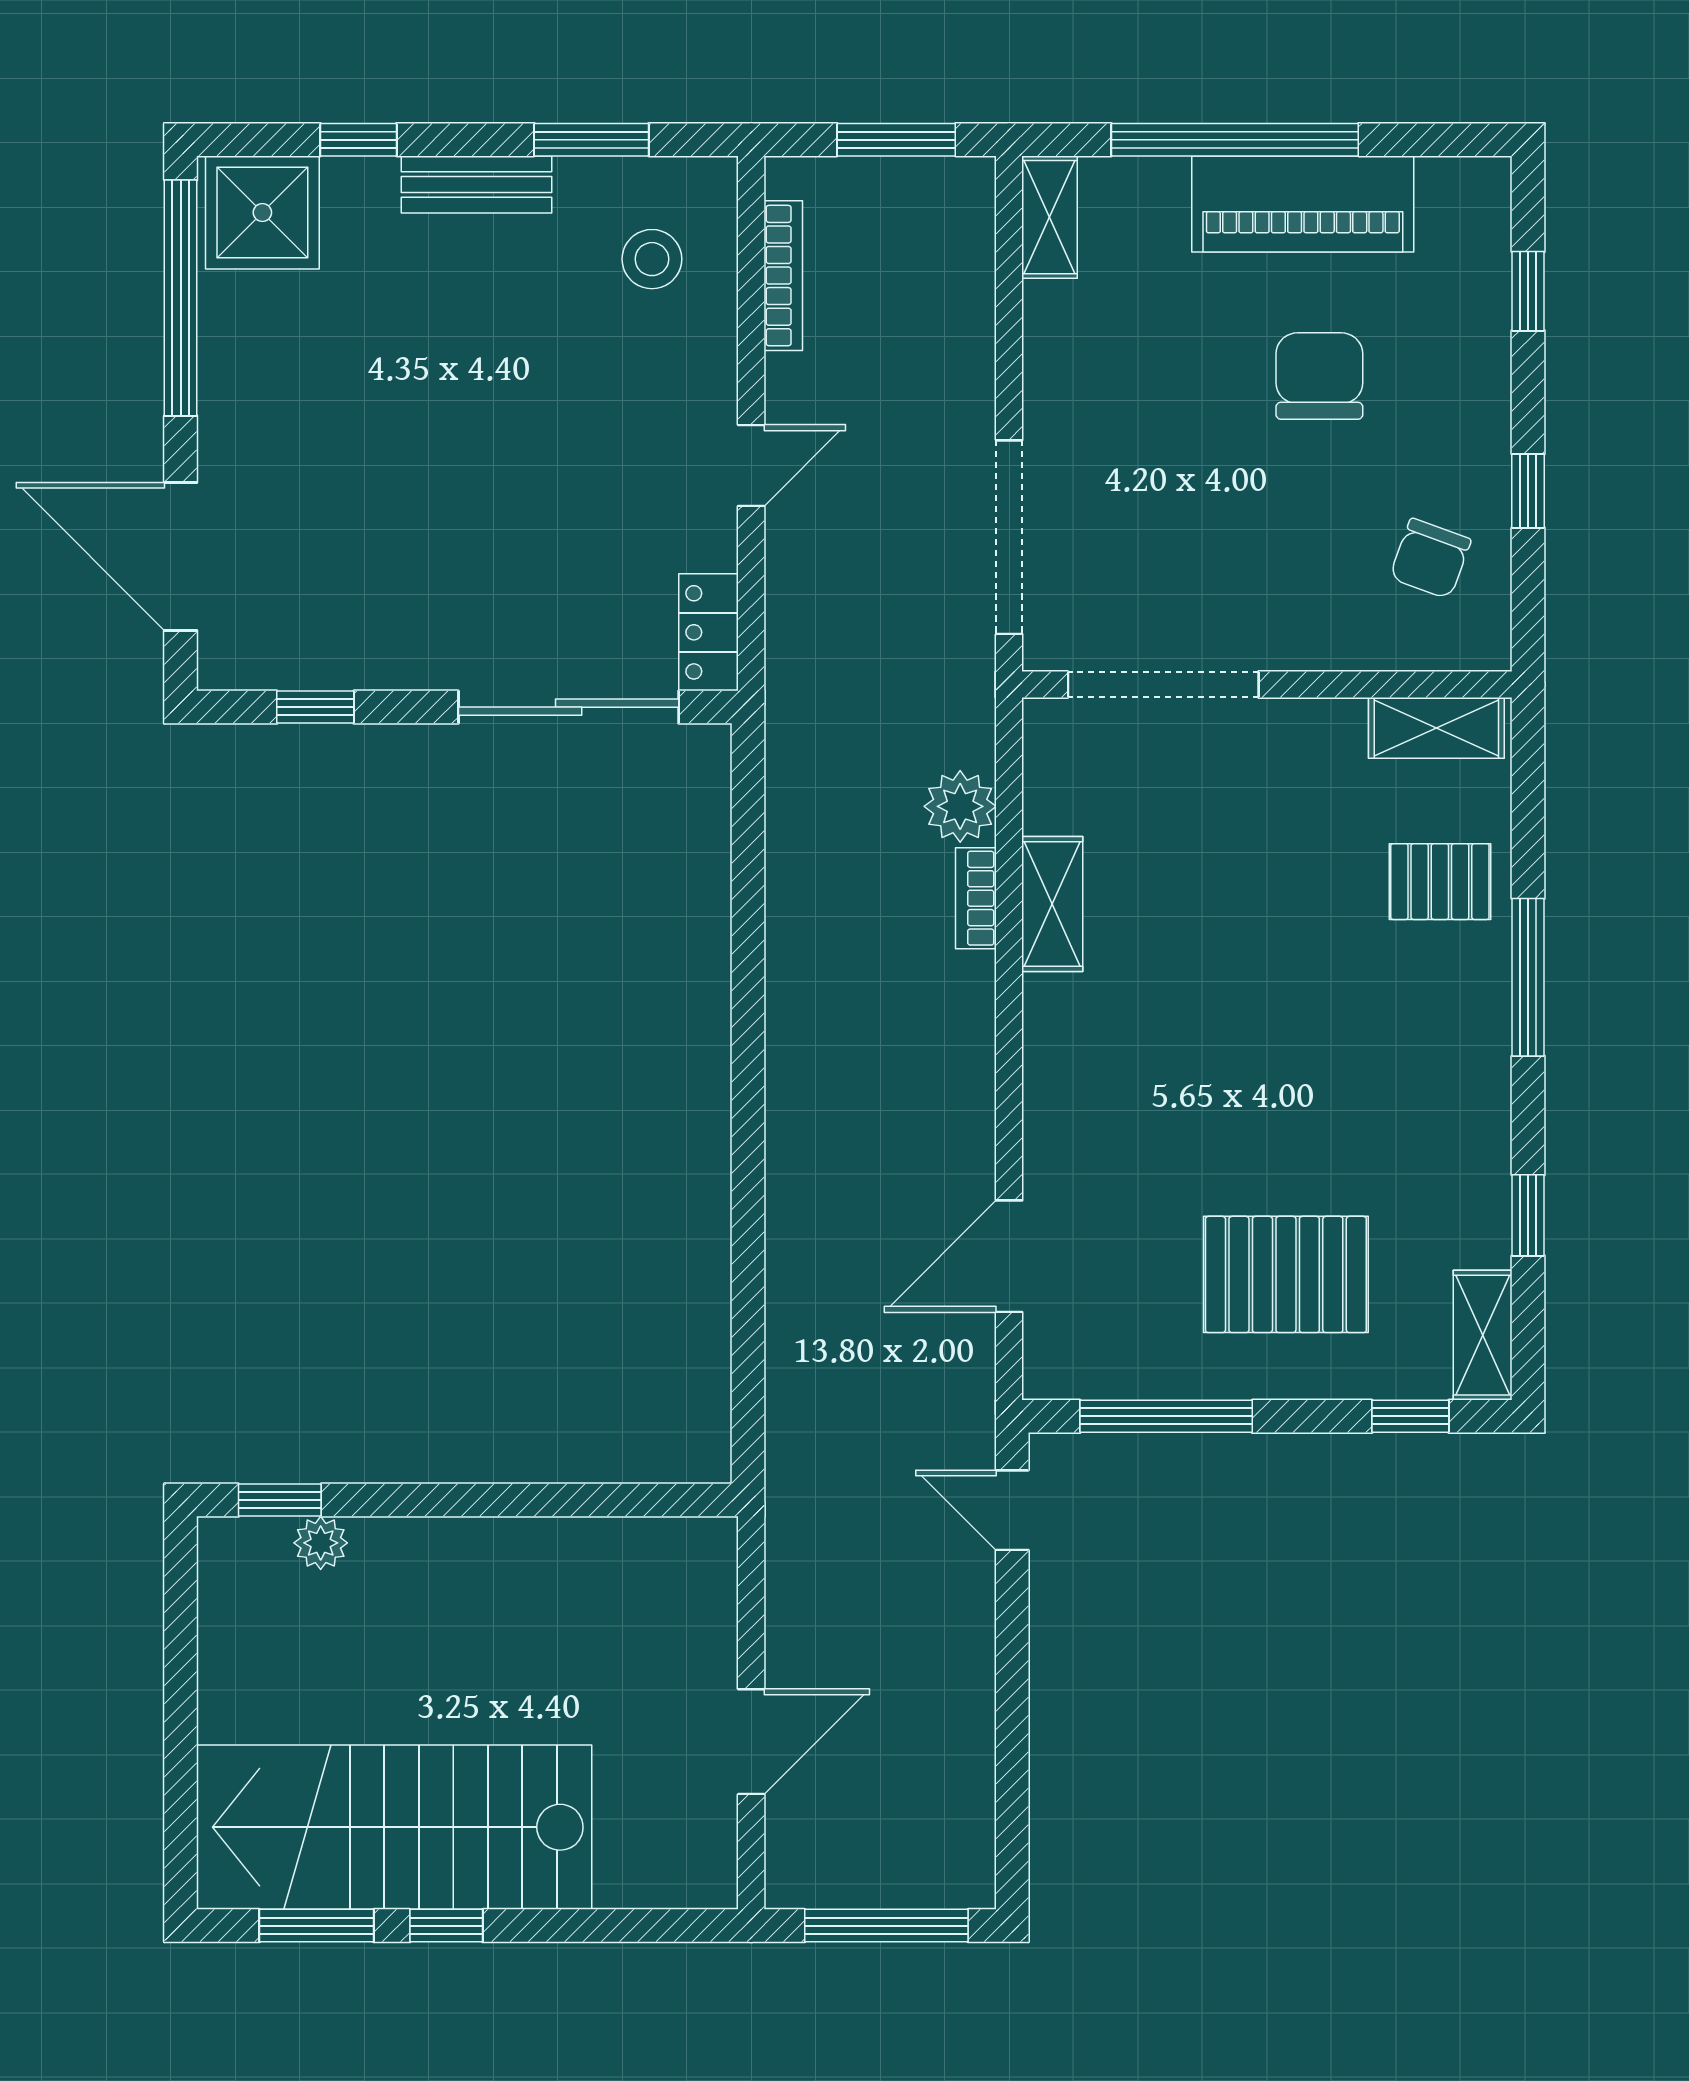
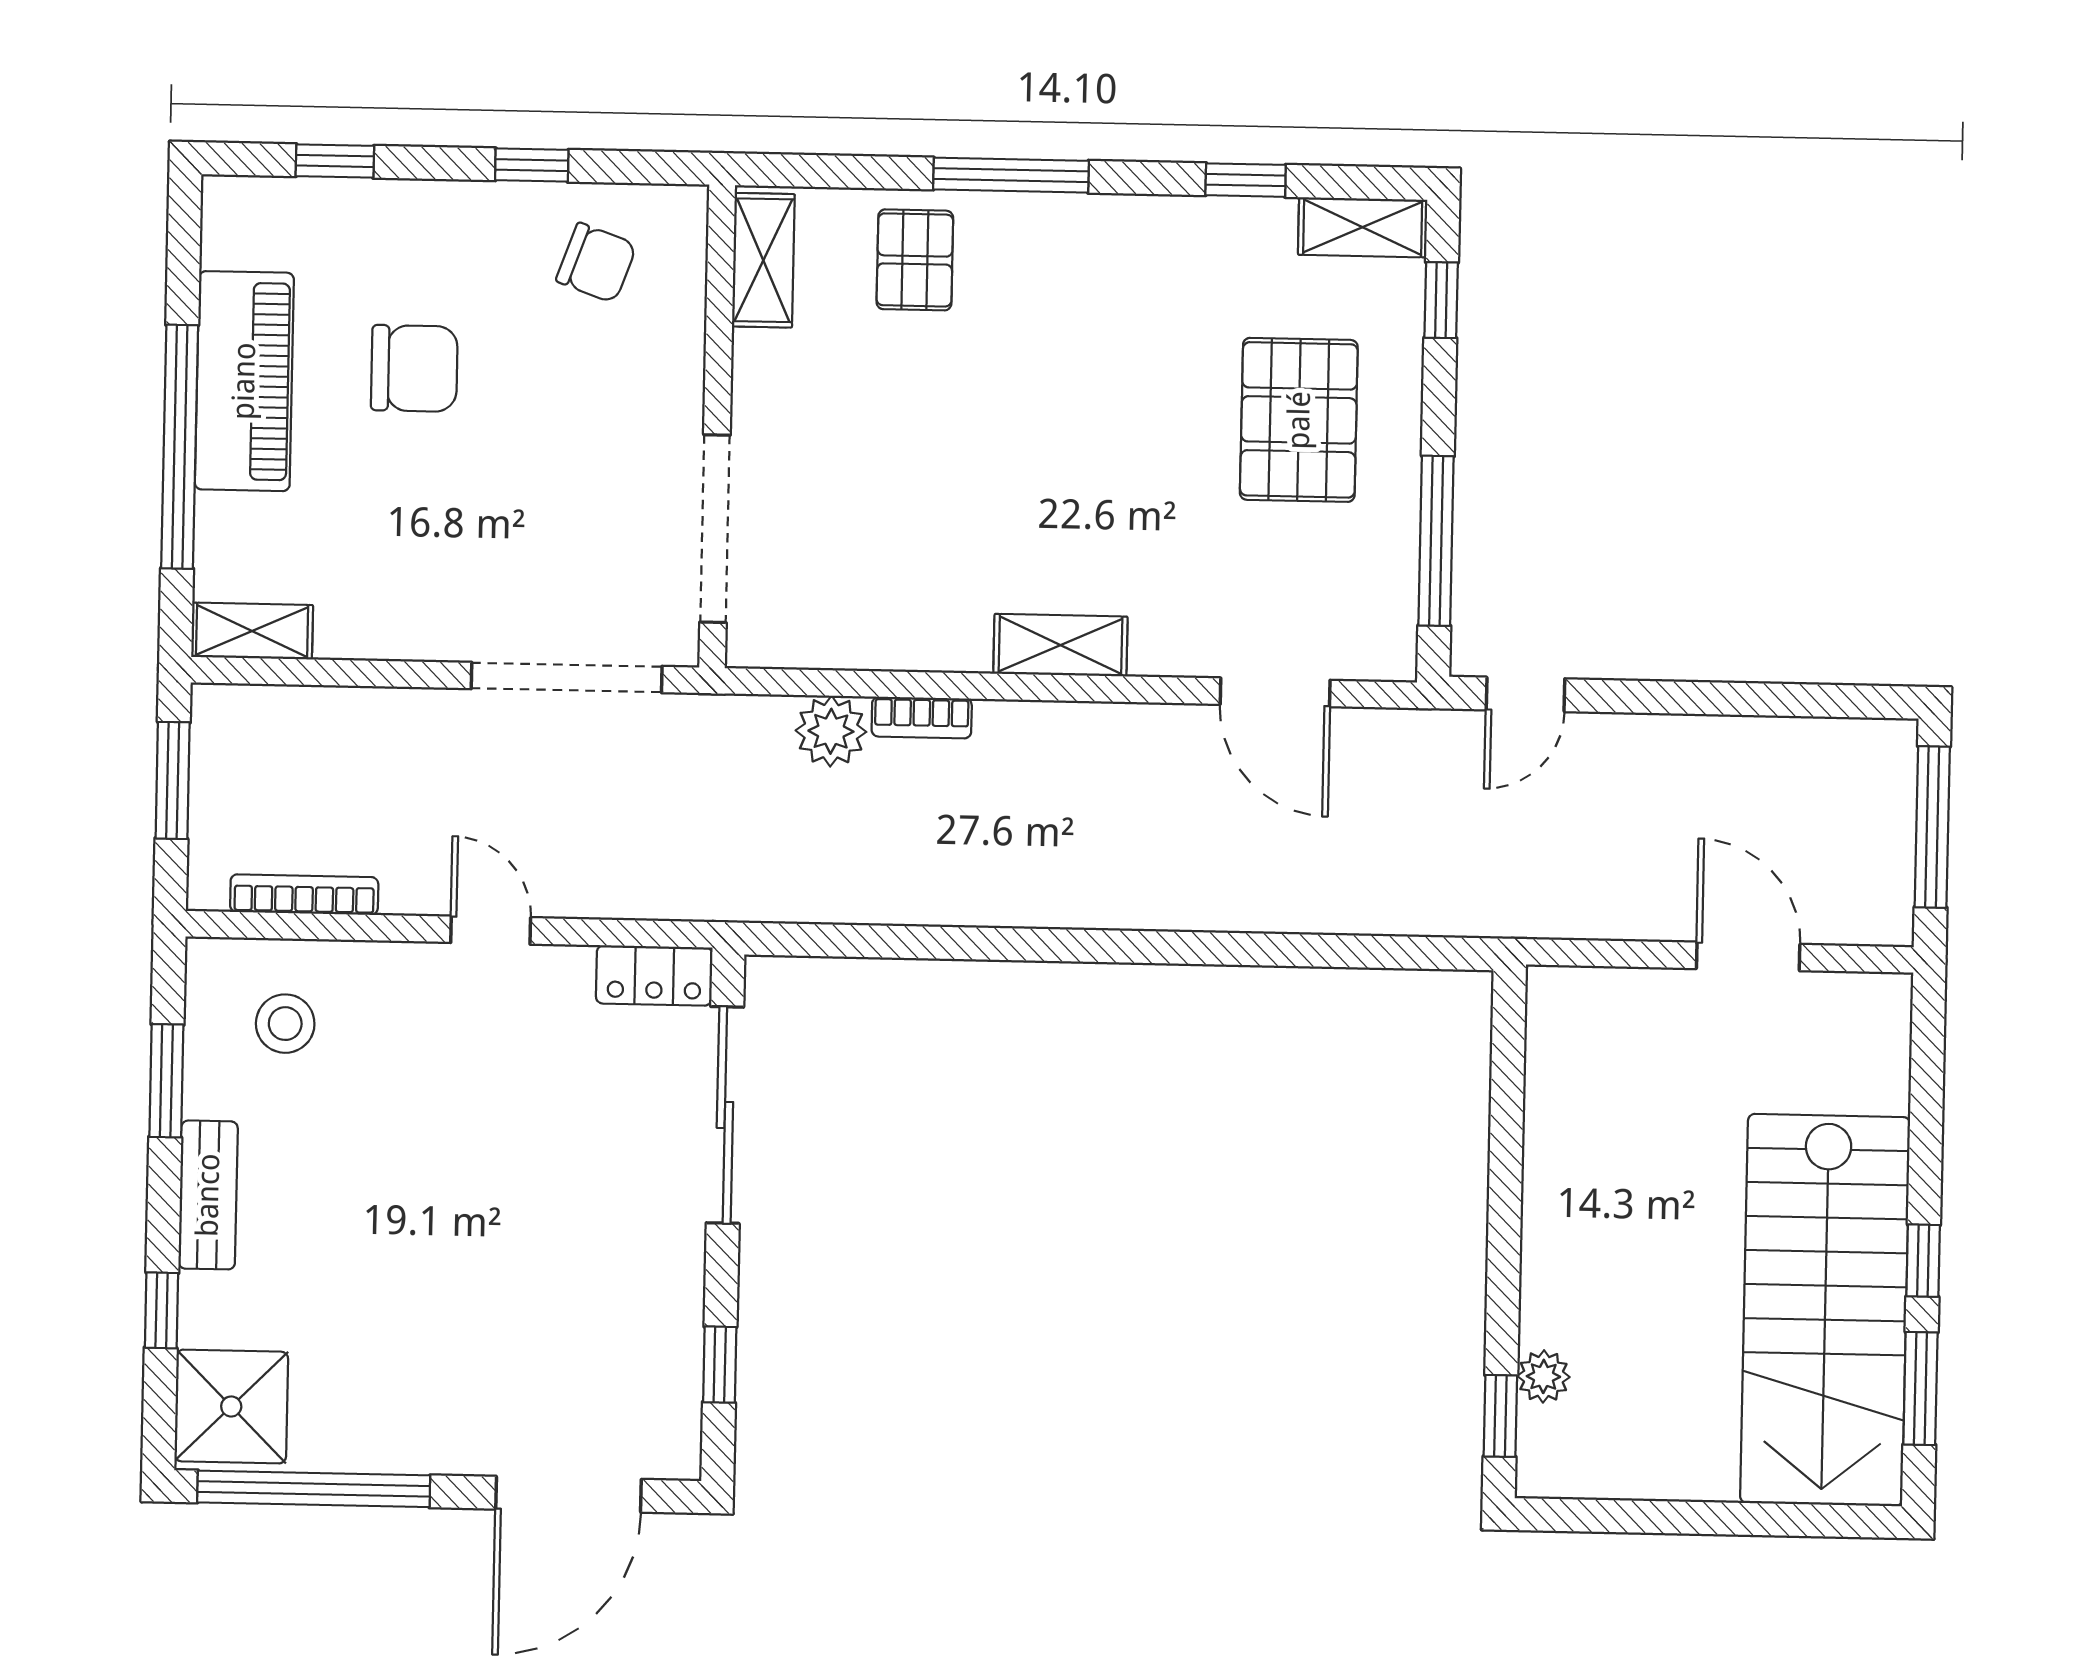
chair: (1319, 376) -> (414, 368), turned 180
shelving: (1052, 904) -> (1060, 645), moved

